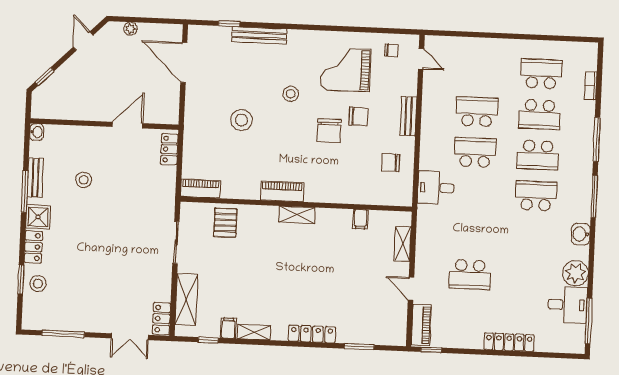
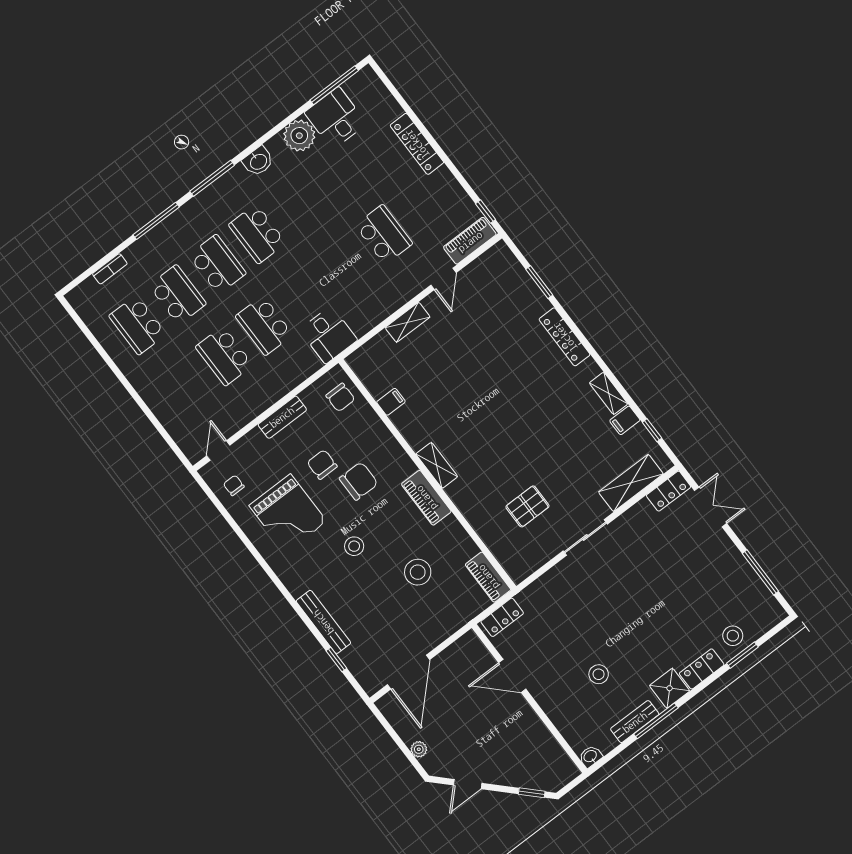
piano: (201, 189) -> (488, 577), moved
piano: (282, 191) -> (426, 498), moved
wall: (296, 204) -> (427, 474), moved
shelving: (297, 215) -> (437, 465), moved
filing cabinet: (360, 219) -> (391, 402), moved

